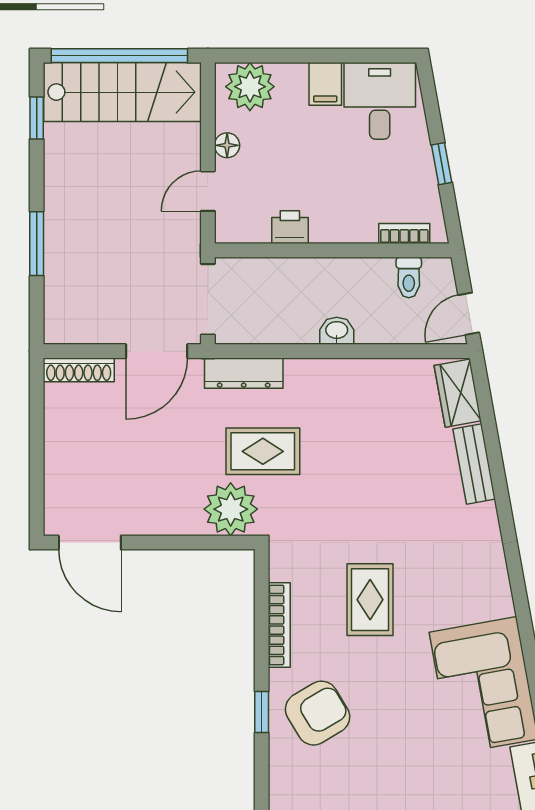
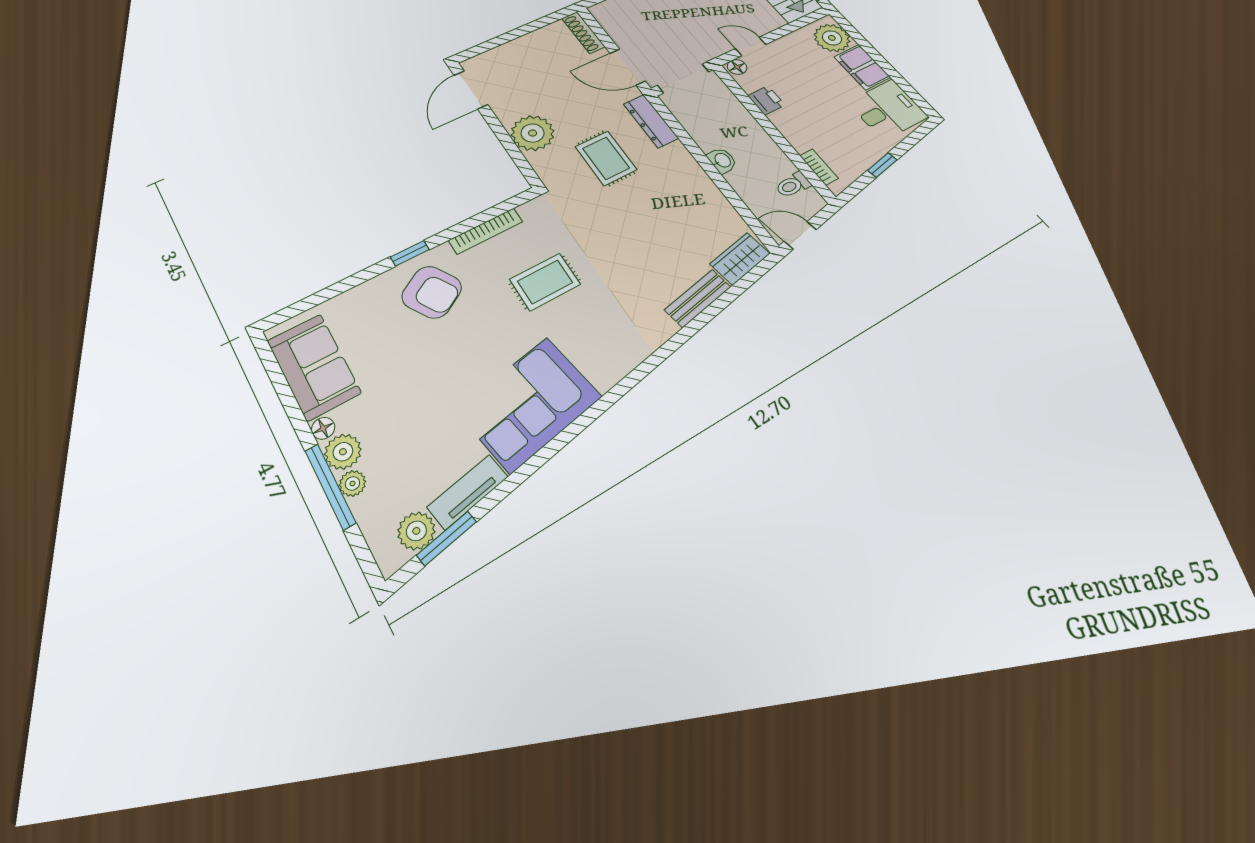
filing cabinet: (325, 84) -> (862, 67), width x2.00
floor lamp: (227, 145) -> (737, 67), moved
plant: (231, 509) -> (533, 133), moved

